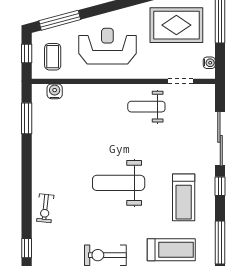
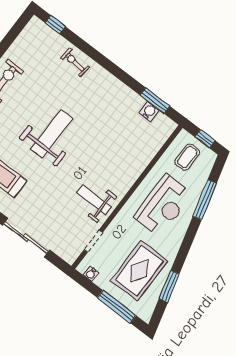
window: (60, 20) -> (205, 200), moved
coffee table: (53, 57) -> (187, 157), turned 90
water cooler: (55, 91) -> (149, 111), moved, turned -90
weight bench: (146, 107) -> (94, 200), turned -90

